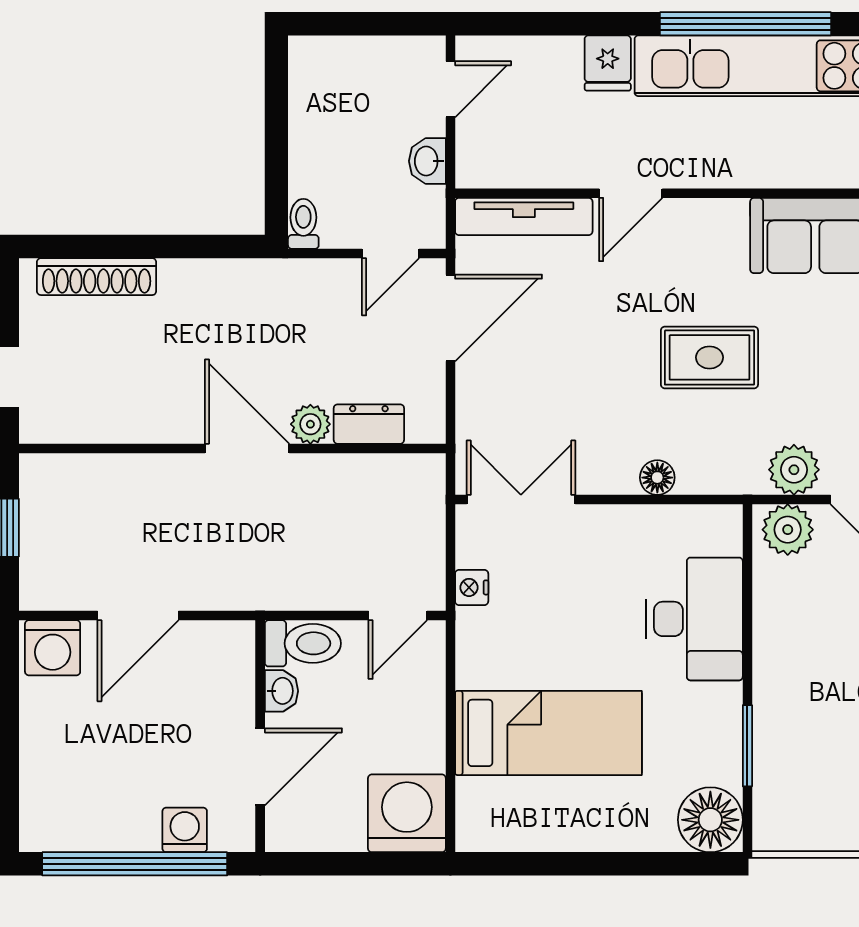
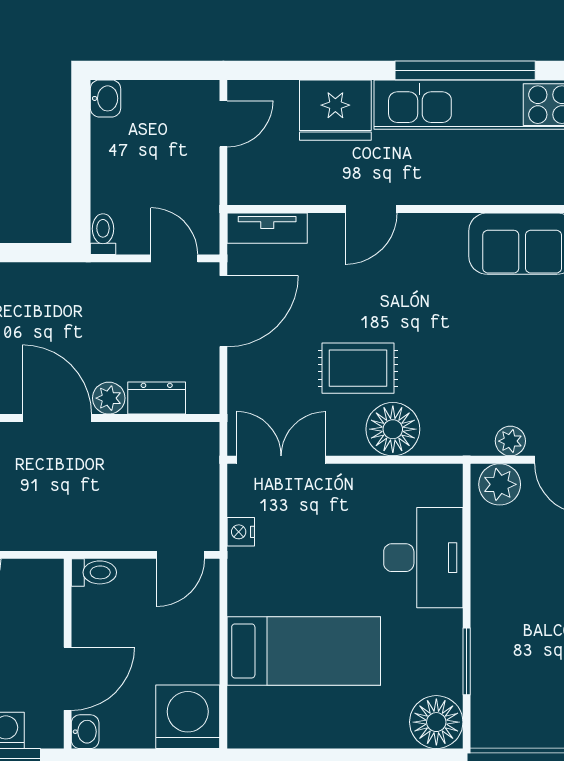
fridge: (608, 63) -> (335, 110), width x1.88, depth x1.34
washbasin: (427, 161) -> (106, 98), moved, turned 180
tv unit: (524, 216) -> (267, 228), width x0.71
door: (391, 254) -> (174, 258), swing flipped
rug: (709, 357) -> (358, 368), moved
plant: (794, 470) -> (510, 441), width x0.73, depth x0.73
floor lamp: (657, 478) -> (393, 429), width x1.89, depth x1.89
toilet: (303, 643) -> (94, 572), width x0.73, depth x0.72
washbasin: (281, 691) -> (85, 732), moved

